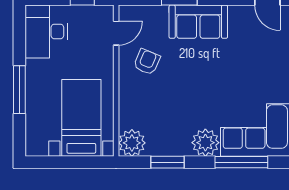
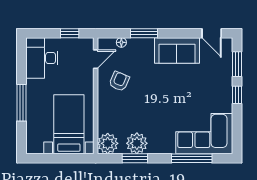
floor lamp: (150, 11) -> (121, 42), added
sofa: (198, 22) -> (177, 50), moved
plant: (205, 143) -> (137, 143), moved

